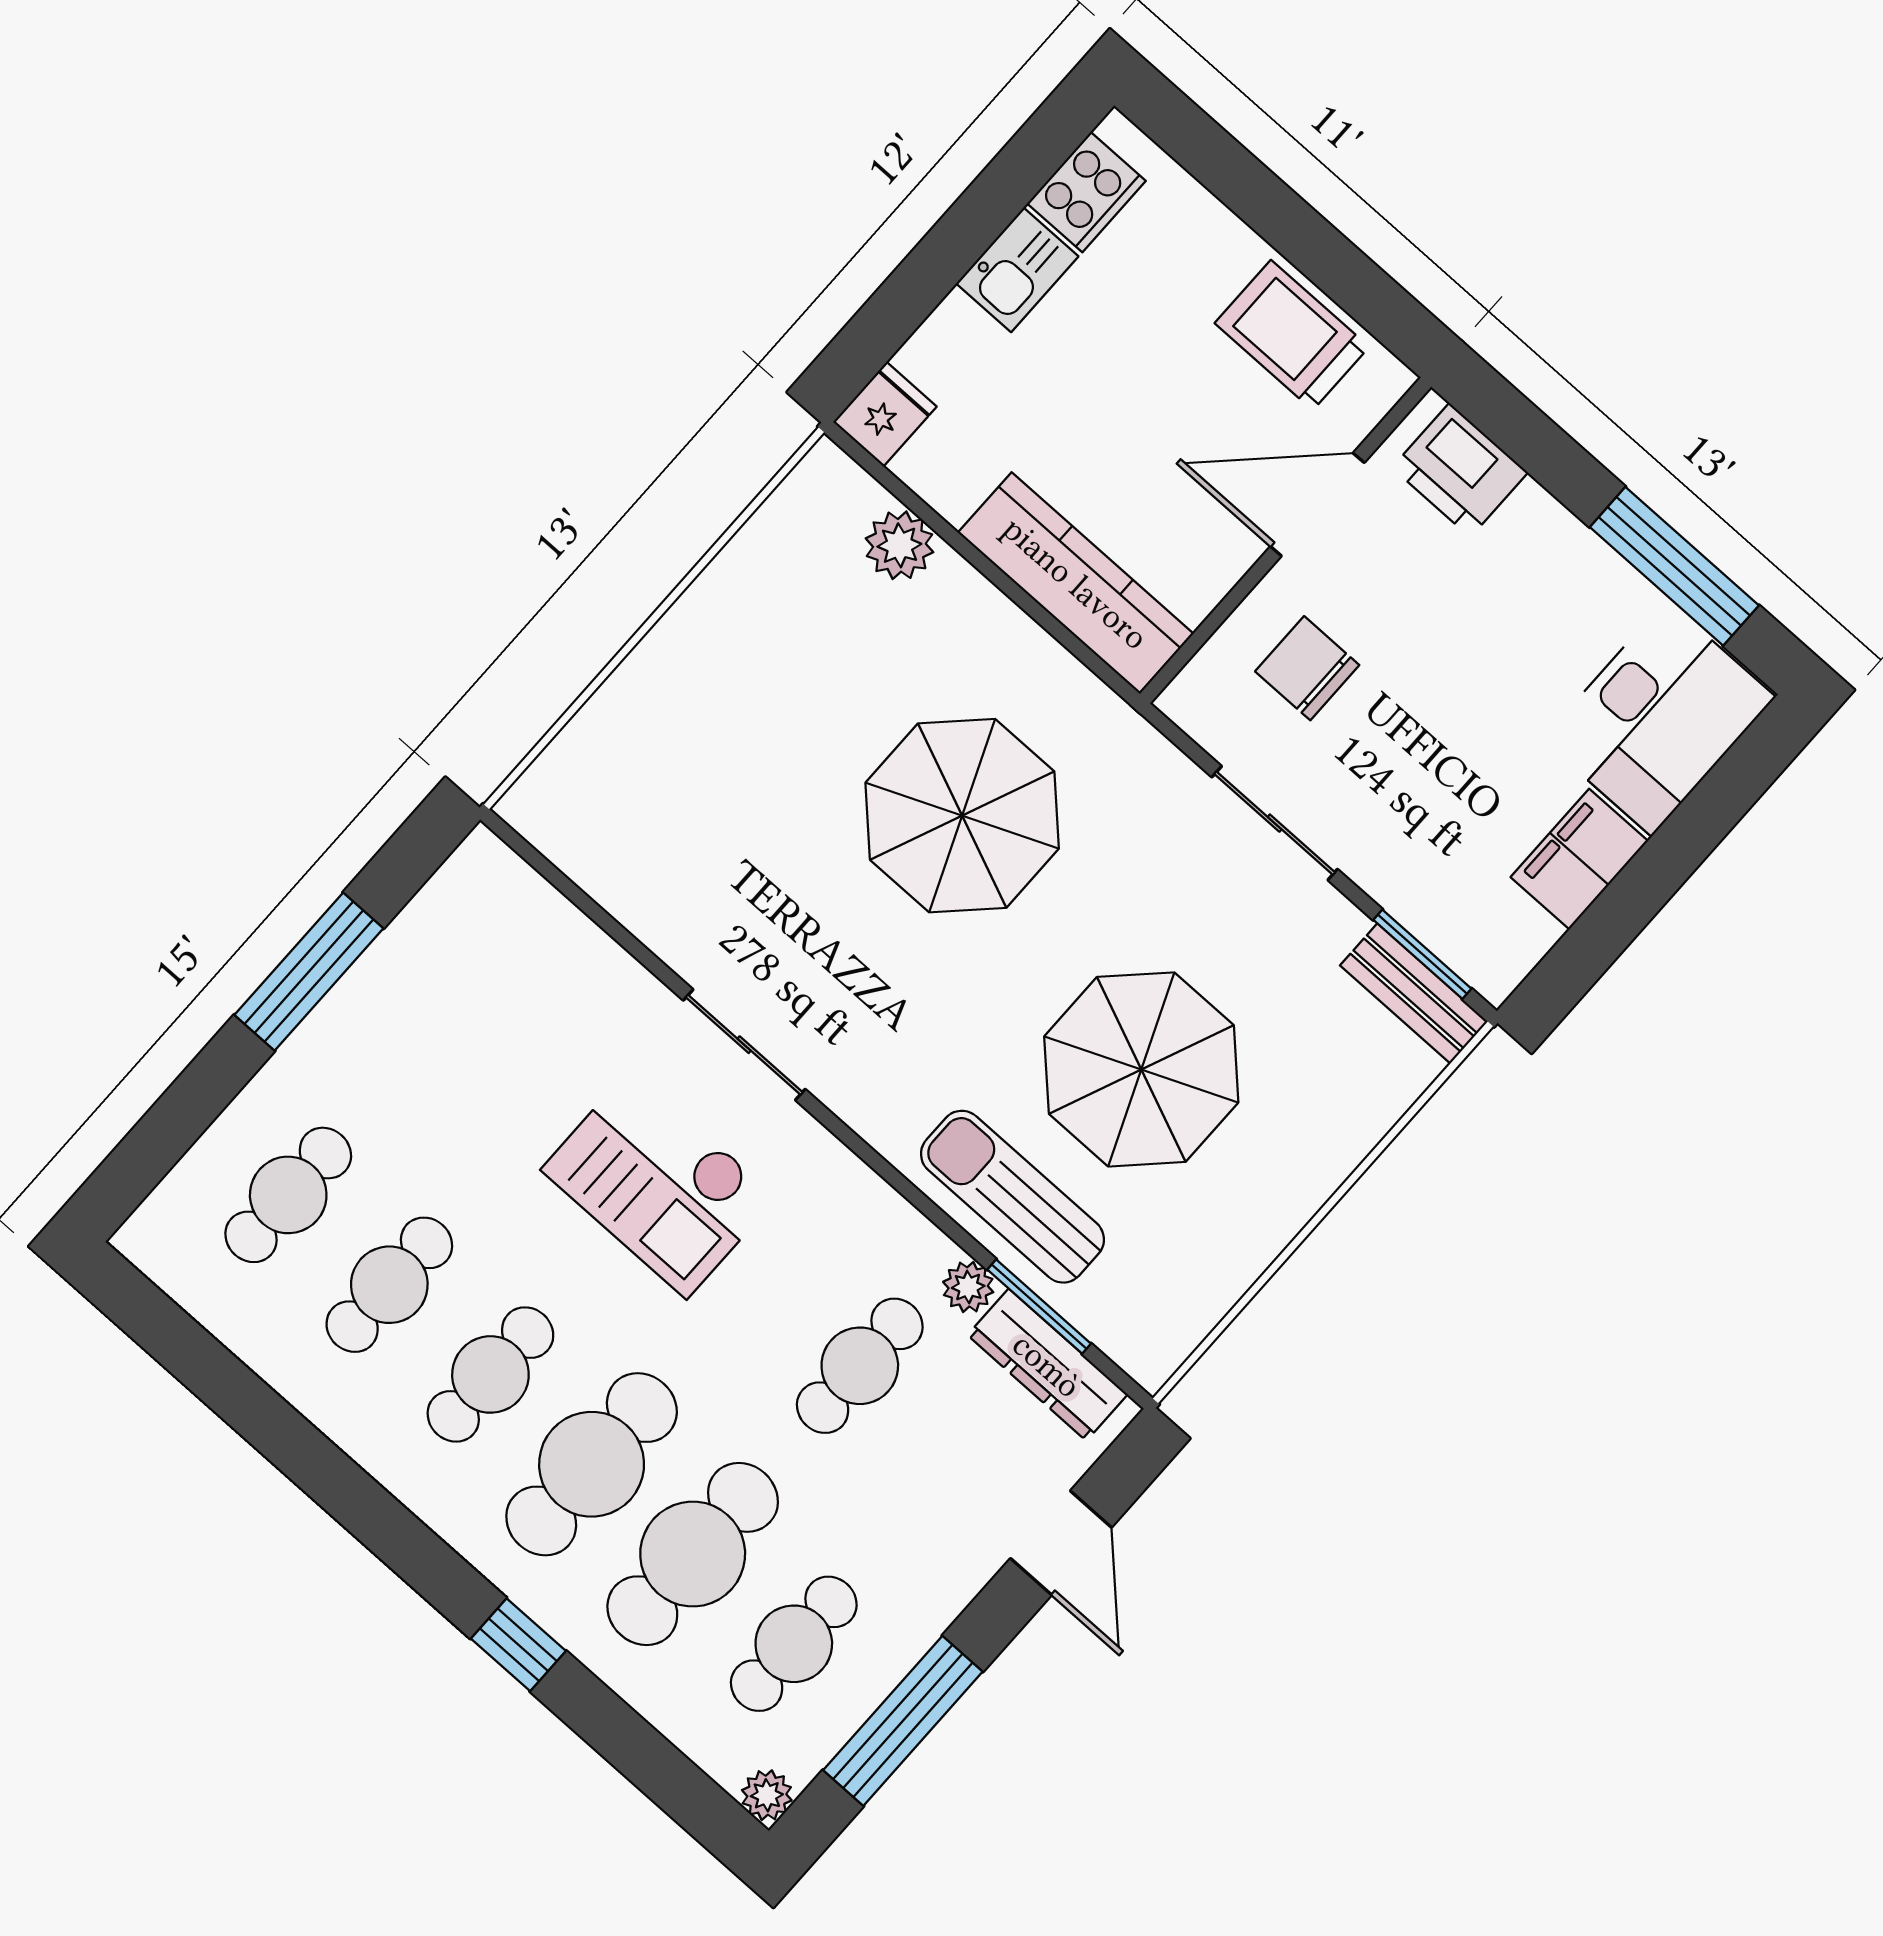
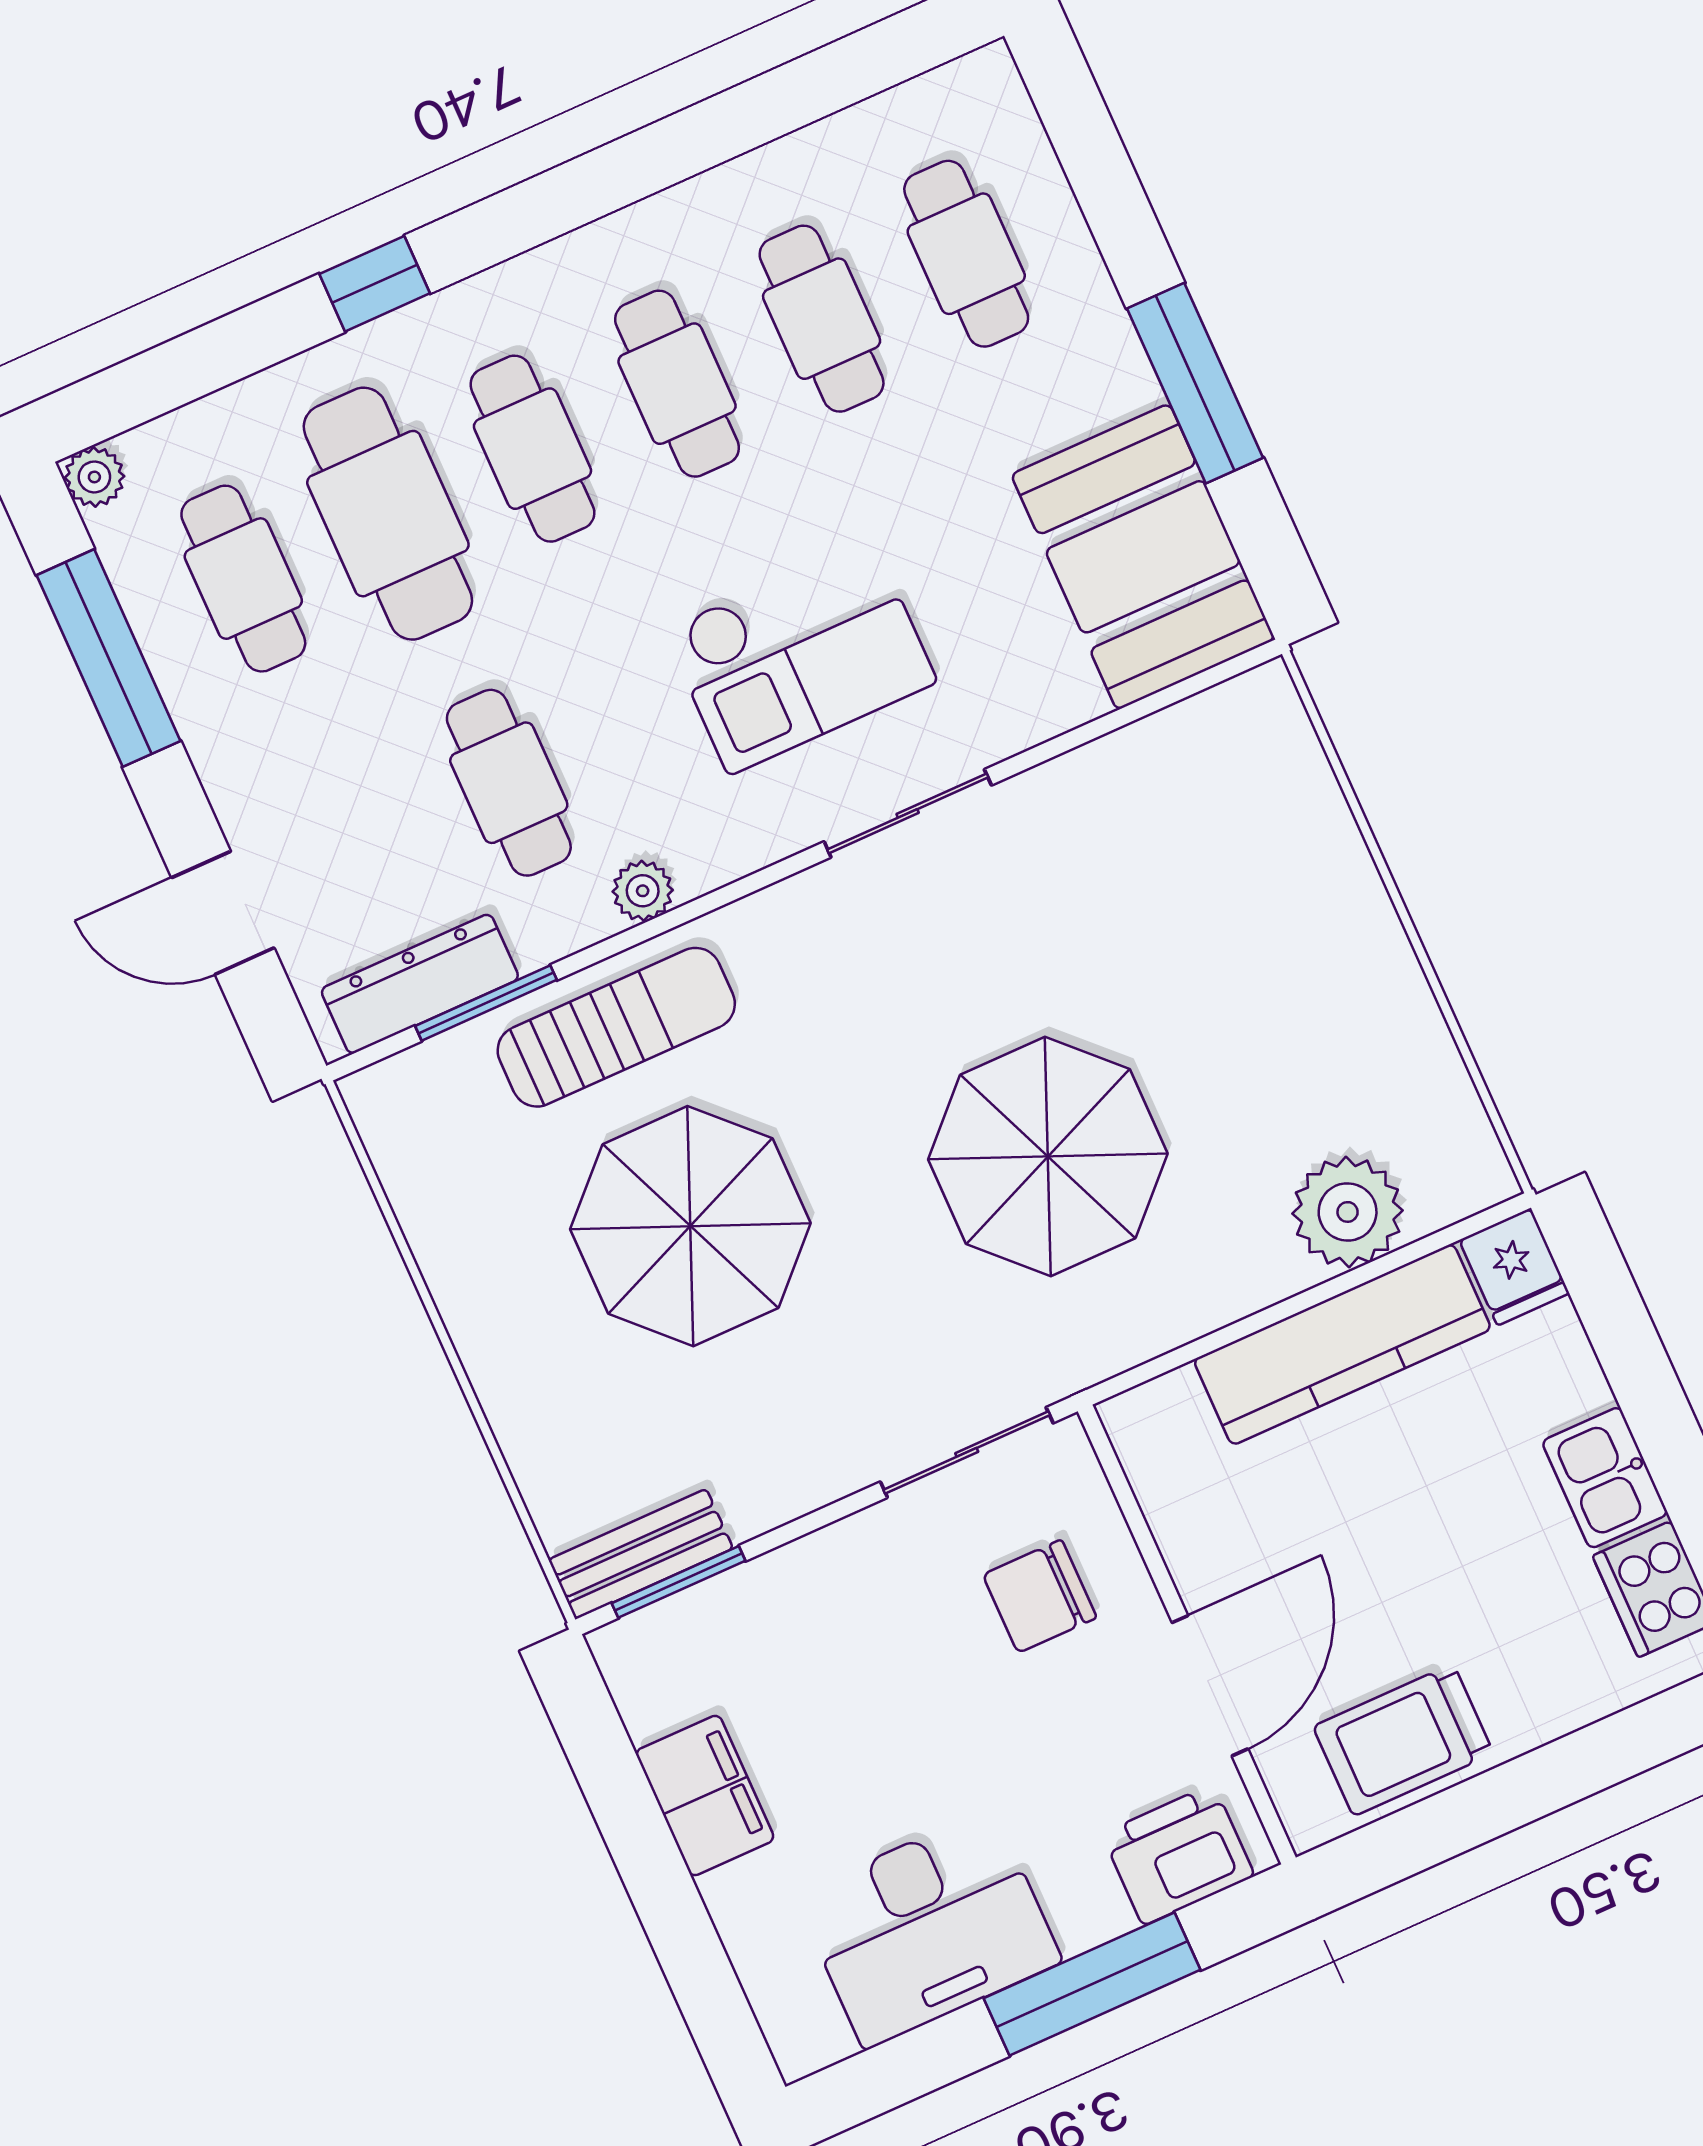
trolley: (1292, 335) -> (1403, 1740), turned 180
plant: (899, 545) -> (1348, 1212), width x1.36, depth x1.36
window: (1674, 566) -> (1092, 1984), moved
kitchen counter: (1076, 583) -> (1342, 1344), moved
chair: (1307, 668) -> (1040, 1596), turned 180
desk: (1659, 718) -> (929, 1928), moved, turned -90
sliding door: (1275, 823) -> (967, 1452), moved
booth: (462, 951) -> (1143, 557), added
checkout: (659, 1183) -> (800, 656), turned 180
plant: (968, 1287) -> (643, 891), moved
cafe table: (592, 1464) -> (532, 449), width x0.73, depth x0.74

